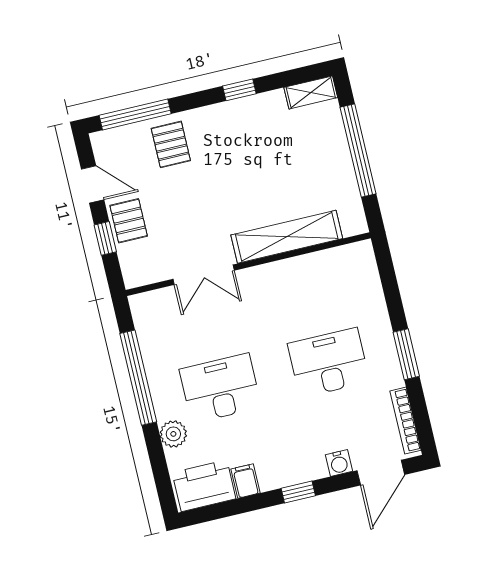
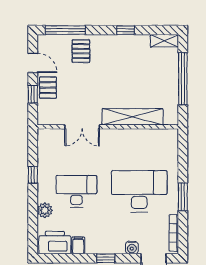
desk: (329, 363) -> (139, 191), width x1.36, depth x1.30
window: (138, 378) -> (33, 175), width x0.32

